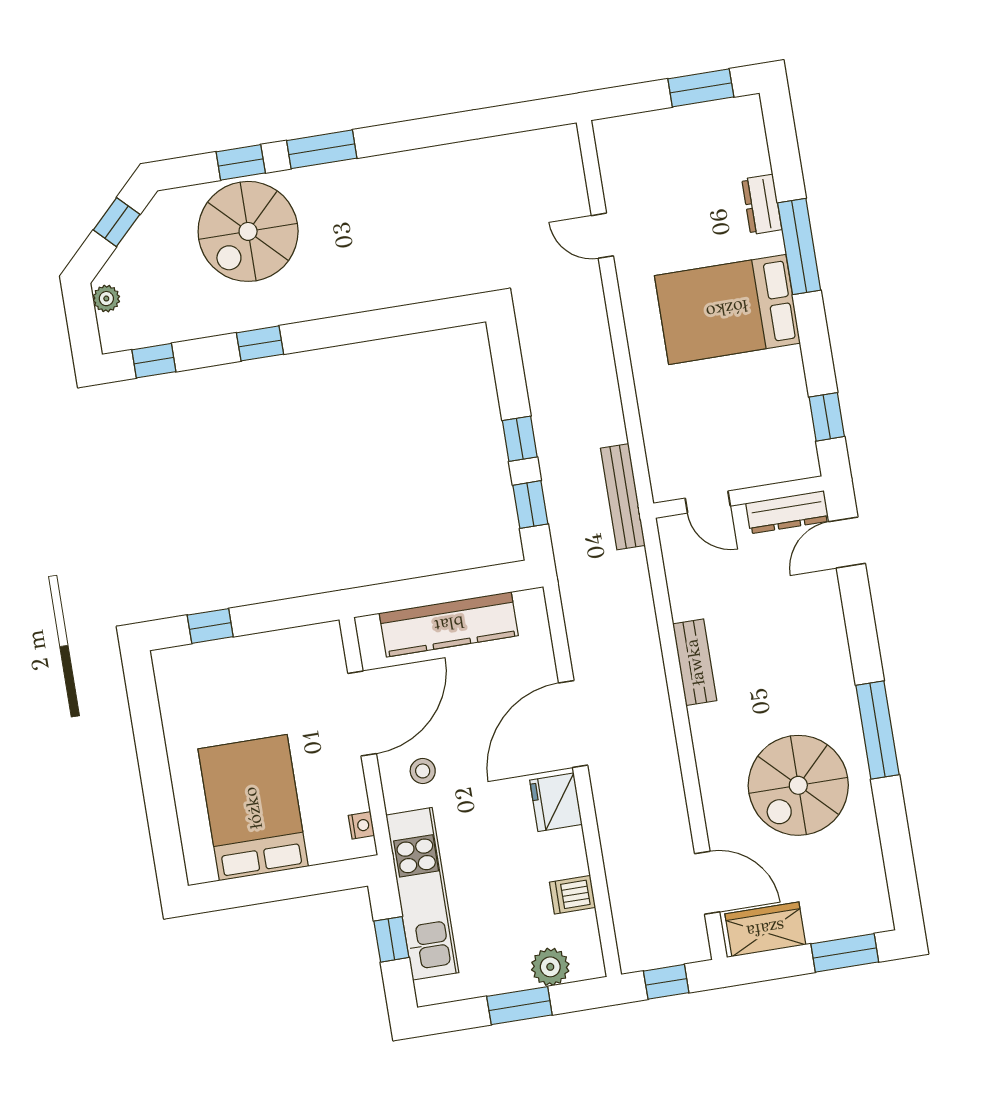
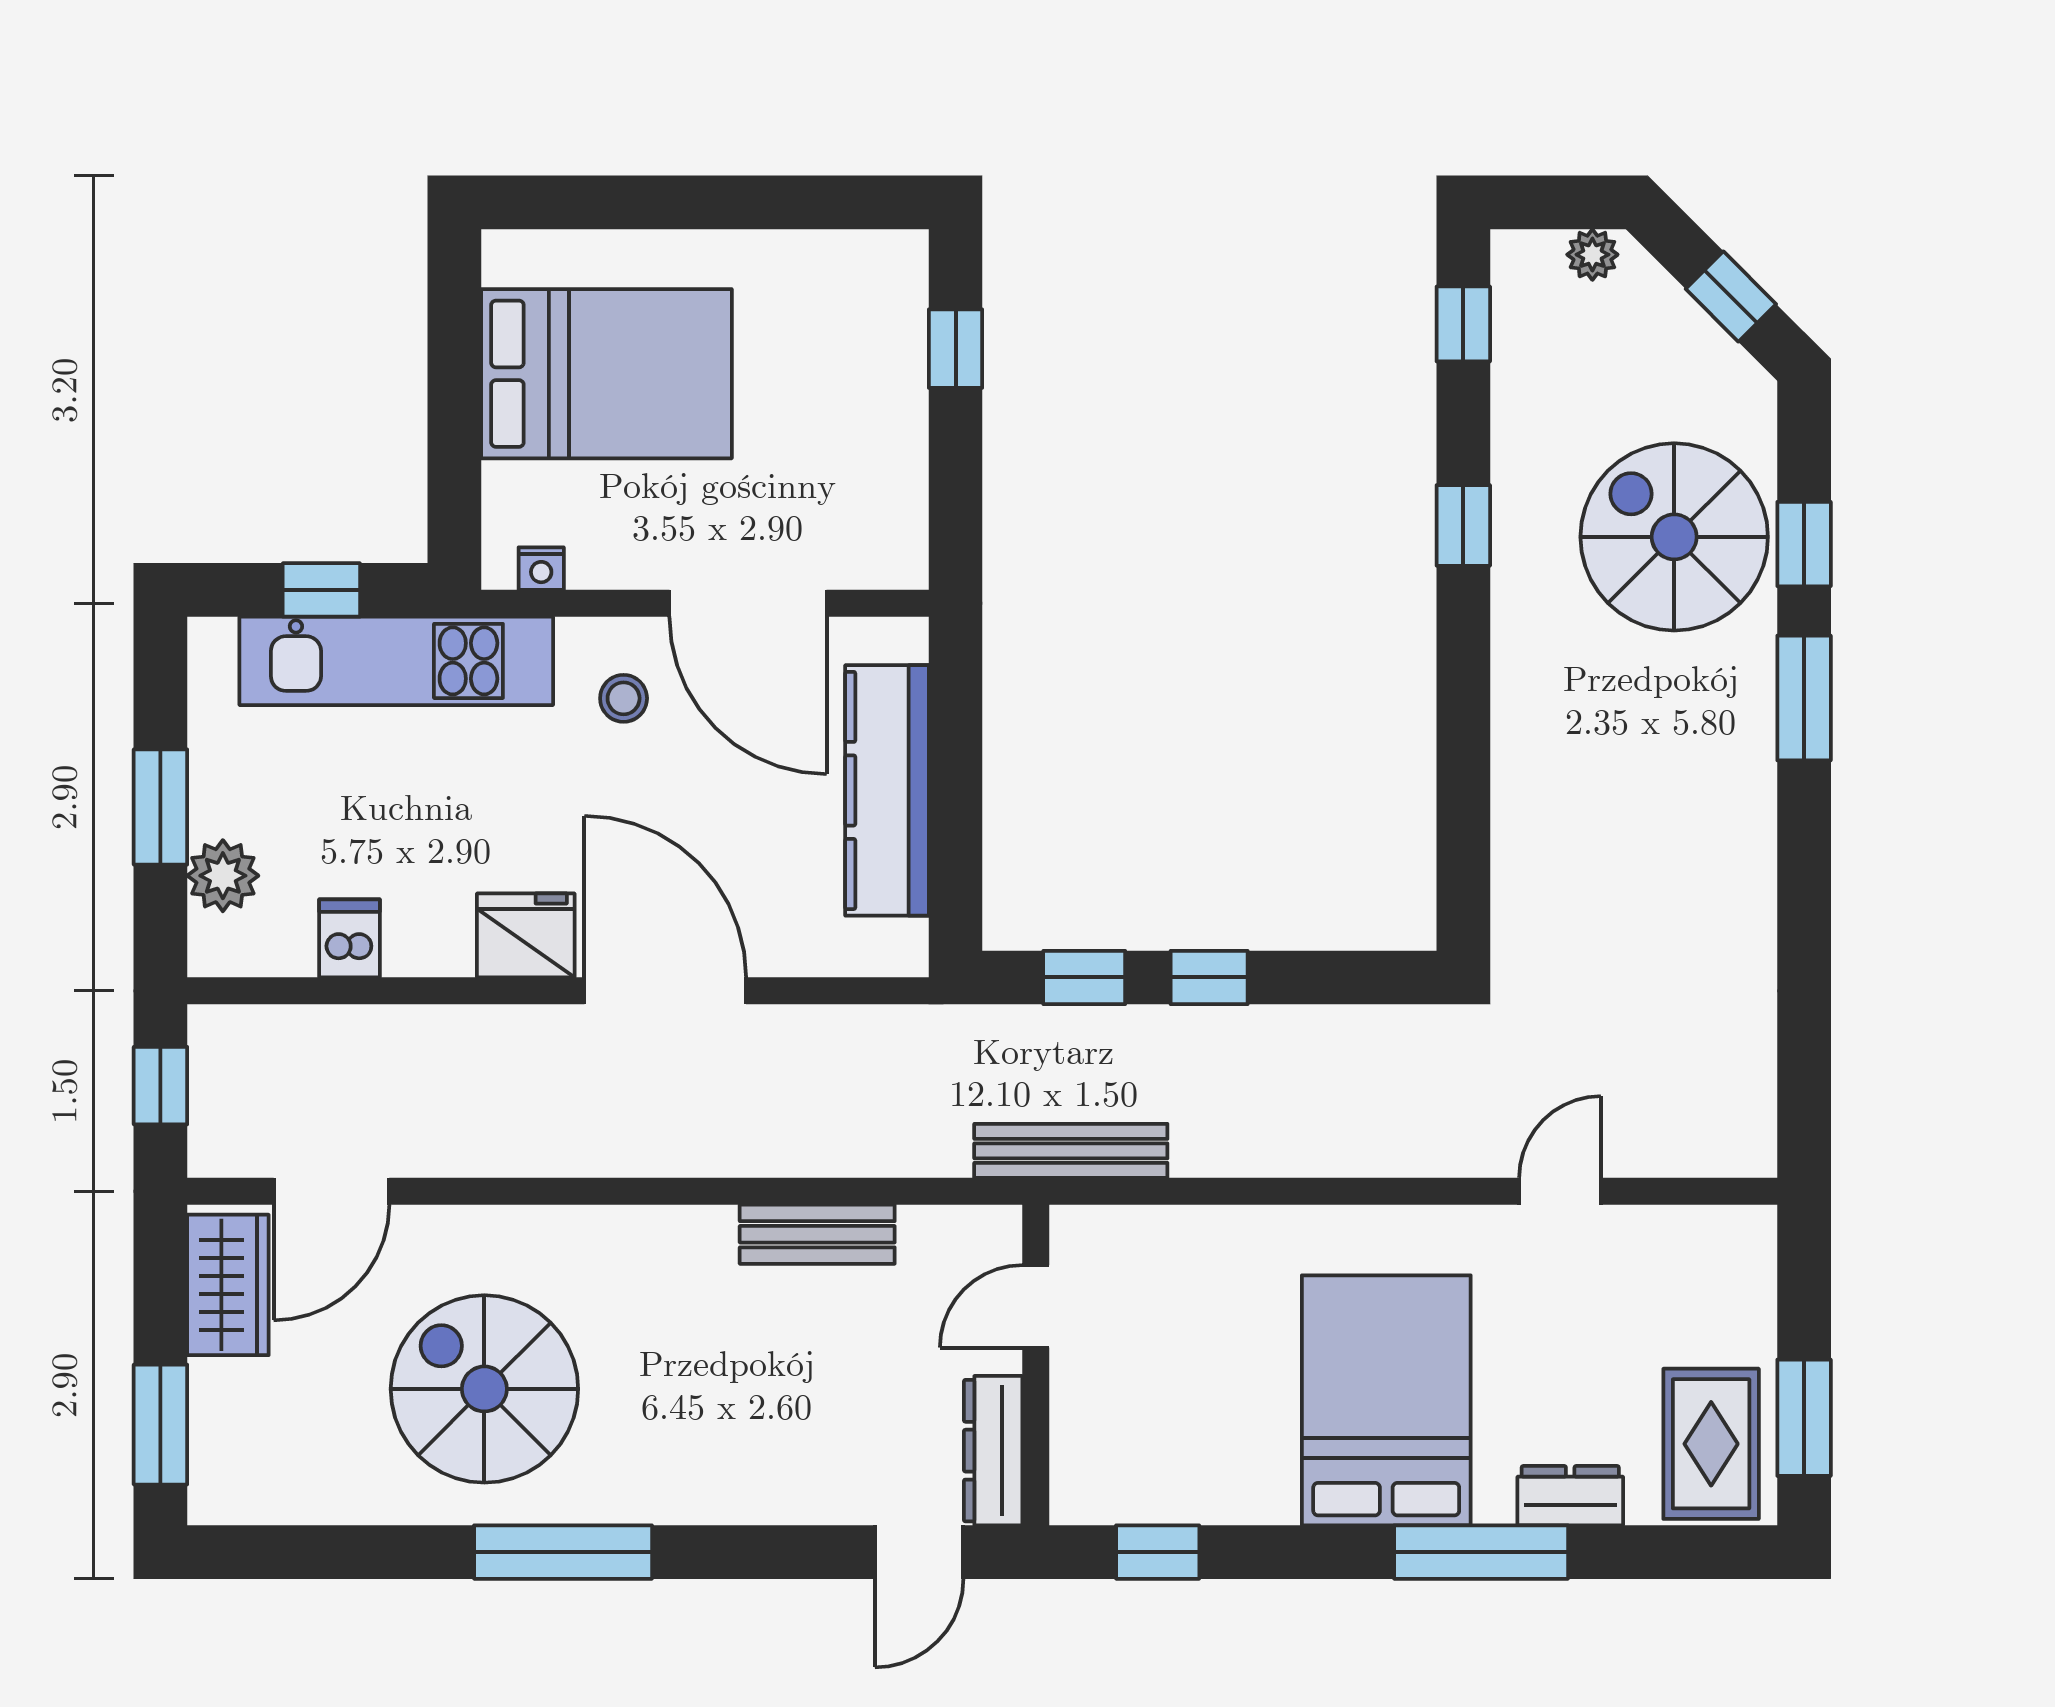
rug: (723, 135) -> (1711, 1444), added
door: (847, 542) -> (919, 1552), swing flipped
bench: (695, 662) -> (817, 1234), moved

